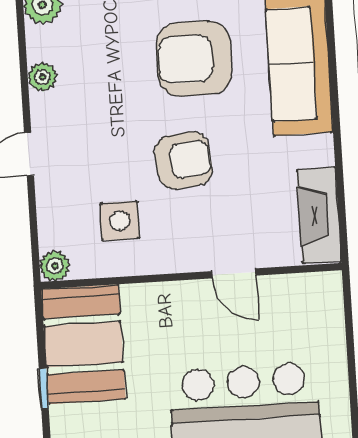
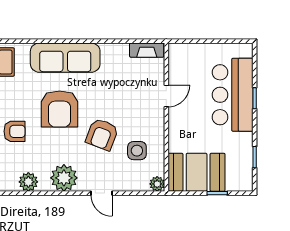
plant: (42, 77) -> (64, 178), width x1.88, depth x1.88
armchair: (184, 160) -> (102, 134), moved, turned -153
fireplace: (319, 215) -> (147, 50), width x0.73, depth x0.76

